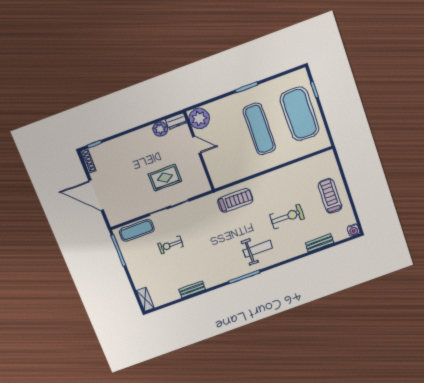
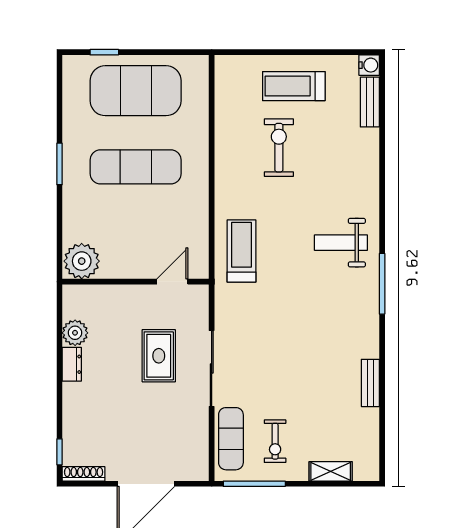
dresser: (176, 121) -> (72, 364), moved
door: (197, 145) -> (172, 282), moved
exercise bike: (287, 217) -> (279, 148), moved
bench: (319, 243) -> (370, 102), moved
exercise bike: (171, 245) -> (275, 441), moved
weight bench: (258, 249) -> (341, 243), turned -90
shelving: (145, 299) -> (331, 471), moved

